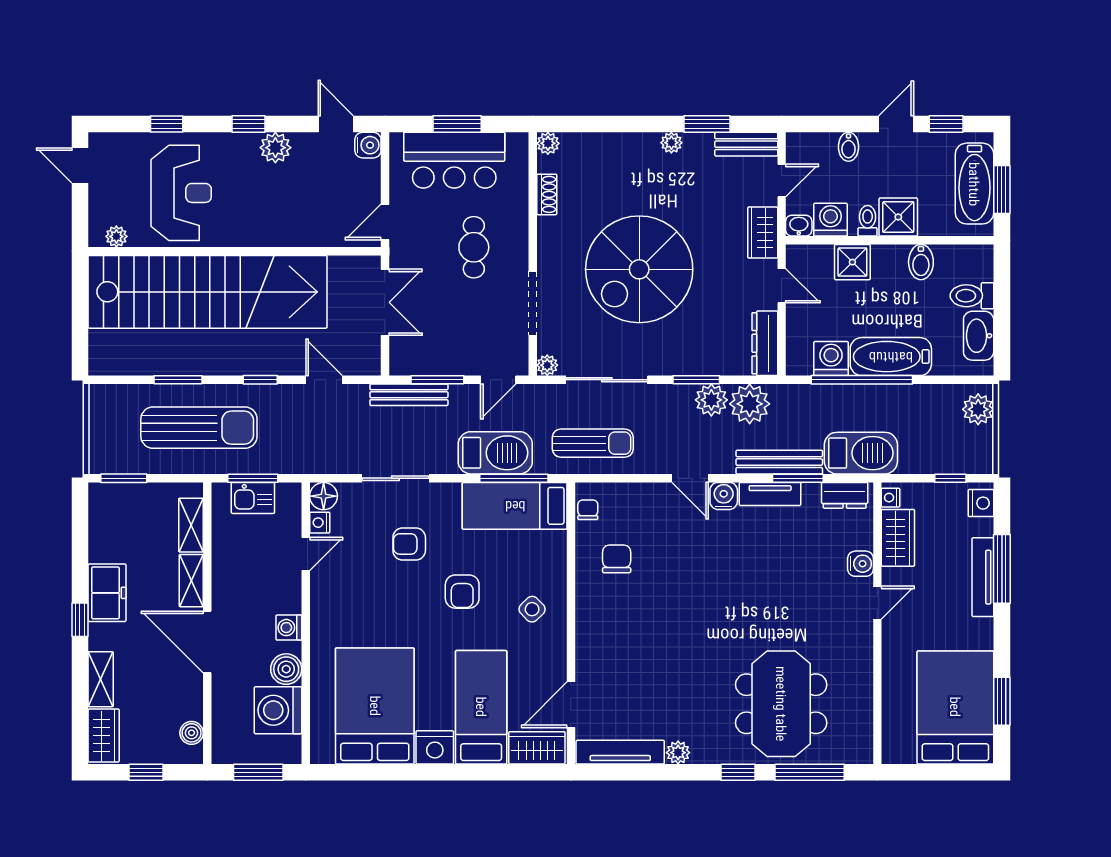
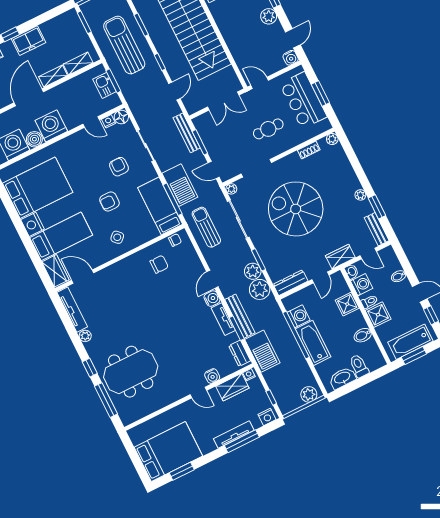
sun lounger: (199, 428) -> (124, 45), turned 180
sun lounger: (593, 443) -> (206, 227), turned 180
washing machine: (289, 628) -> (51, 126), width x1.89, depth x1.89

